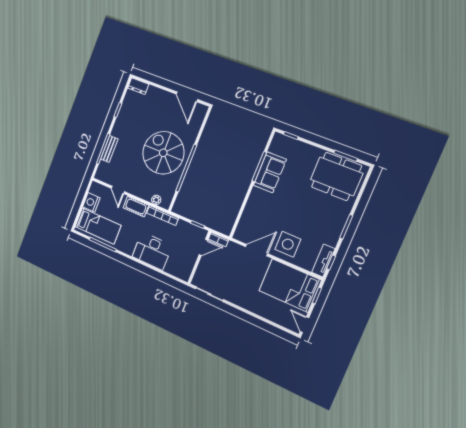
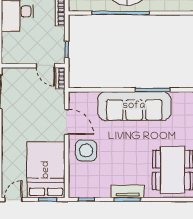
sofa: (270, 172) -> (134, 106), width x1.85, depth x1.27
tv unit: (323, 261) -> (128, 191), moved

